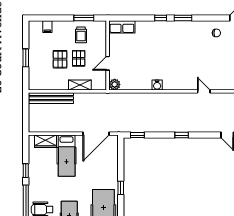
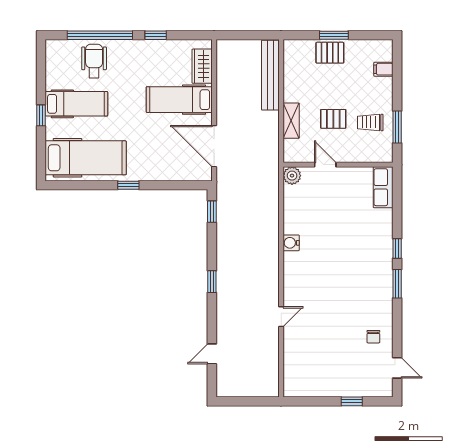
pallet: (60, 59) -> (330, 53), moved

